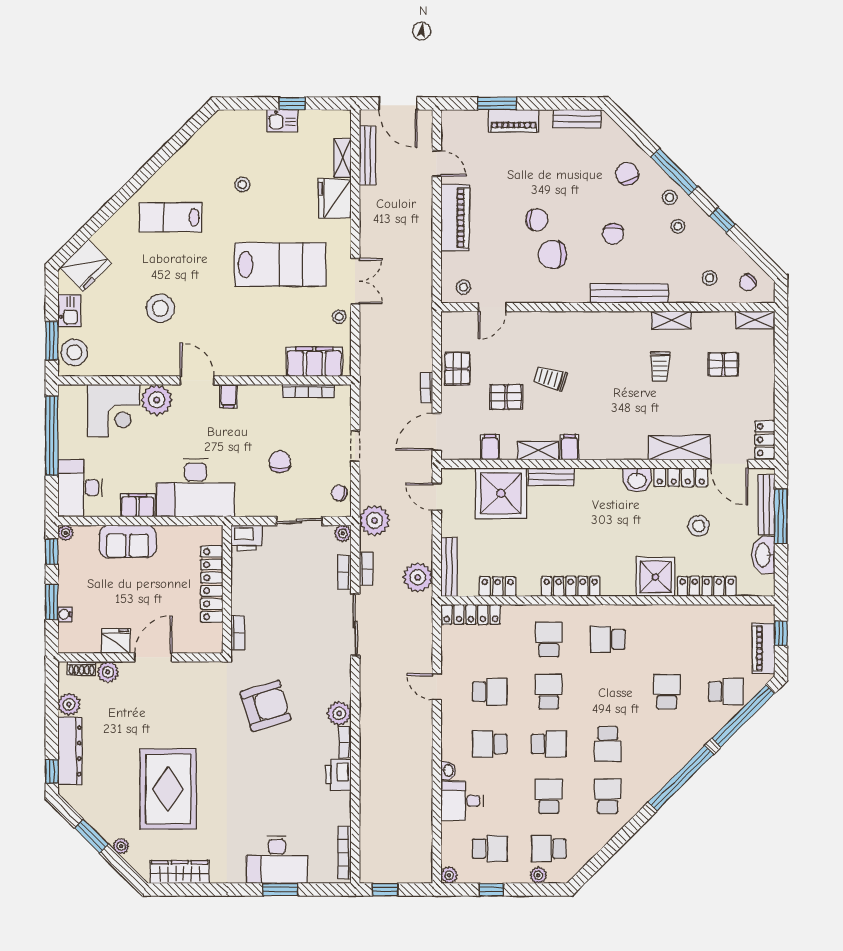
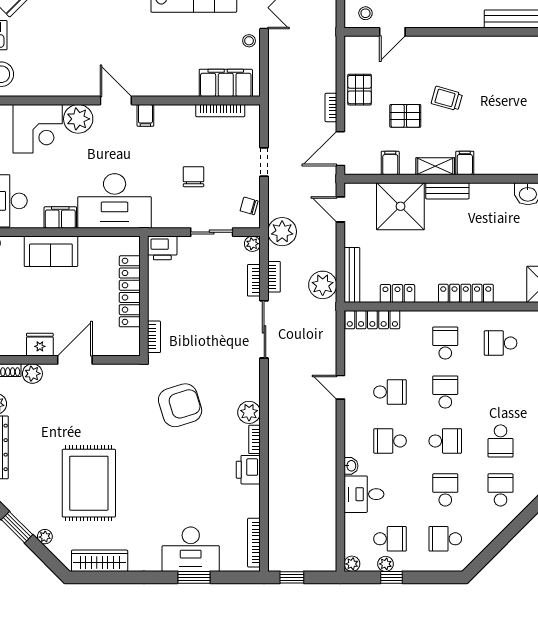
stool: (160, 308) -> (82, 33), removed
plant: (538, 875) -> (386, 564), moved

